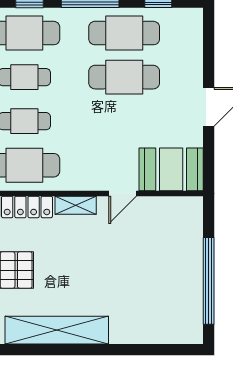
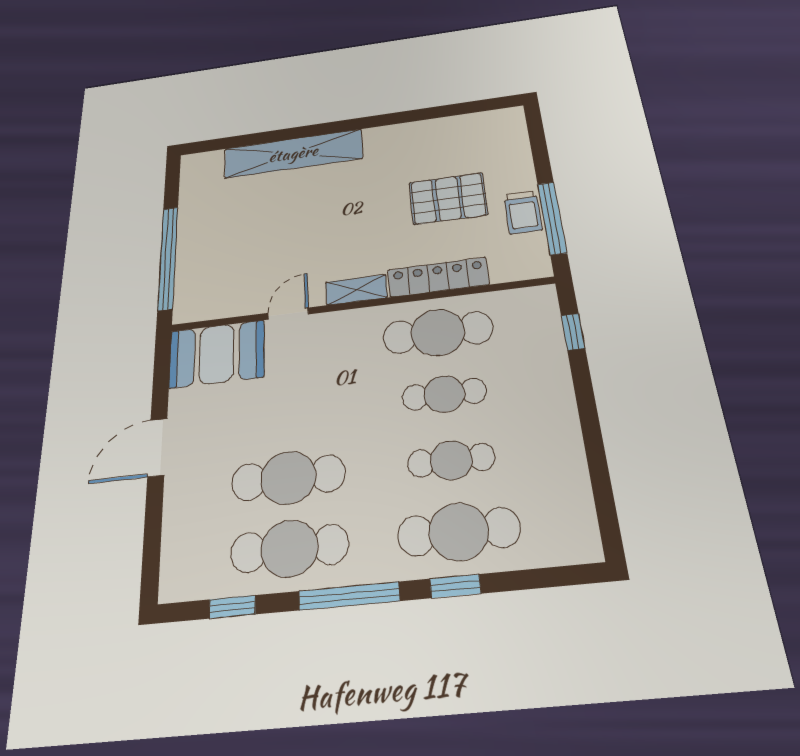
window: (209, 281) -> (168, 258), moved
shelving: (57, 330) -> (293, 154), moved

